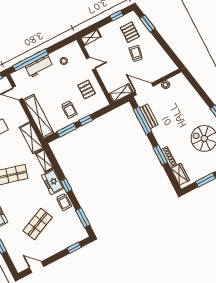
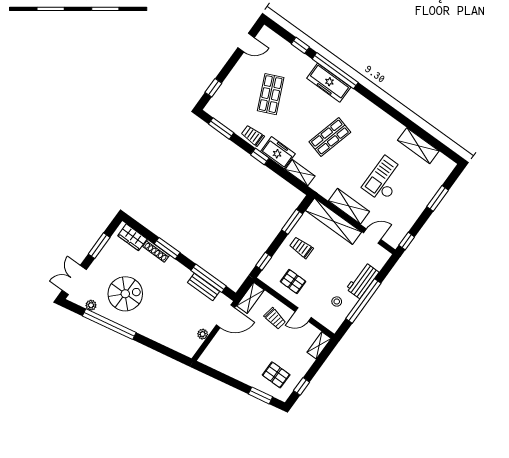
trolley: (136, 54) -> (275, 319), moved
window: (31, 60) -> (363, 301), moved
window: (86, 120) -> (264, 261), moved
shelving: (31, 138) -> (349, 206), moved

